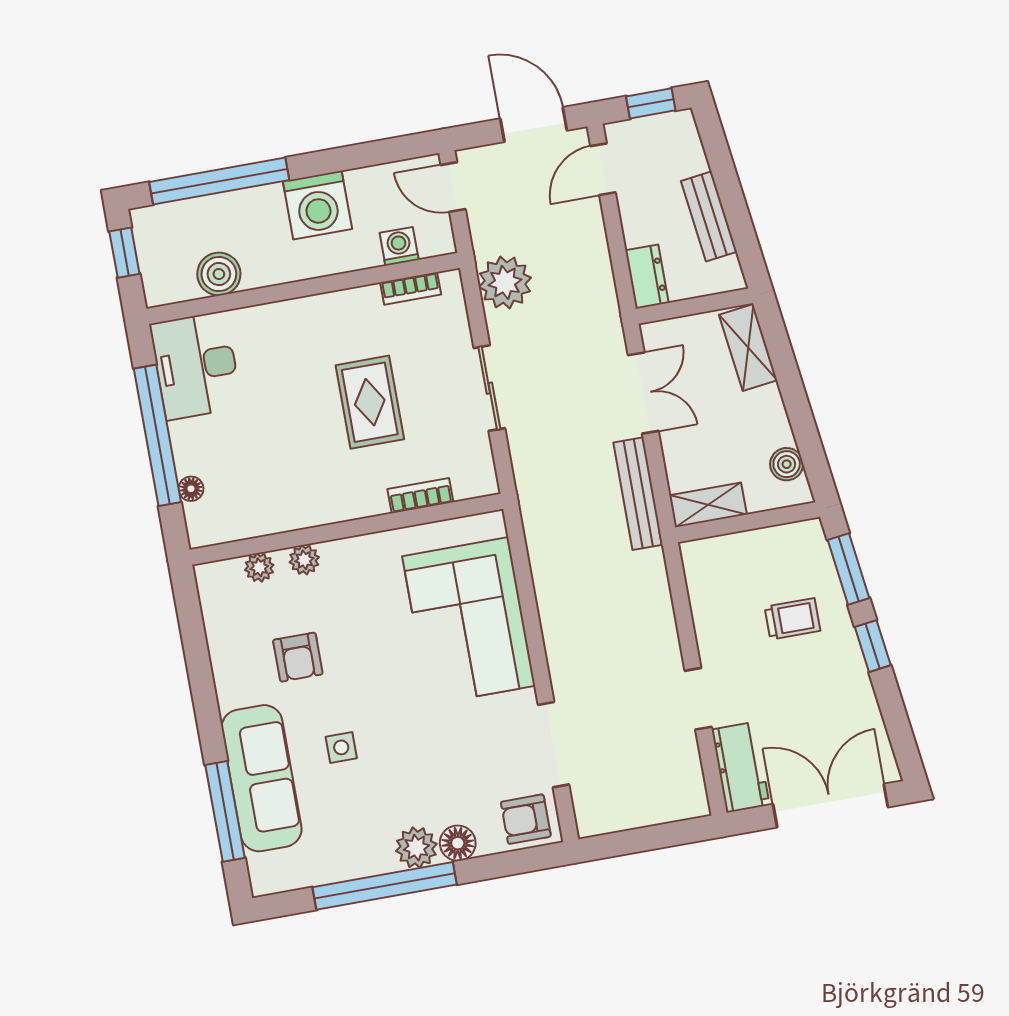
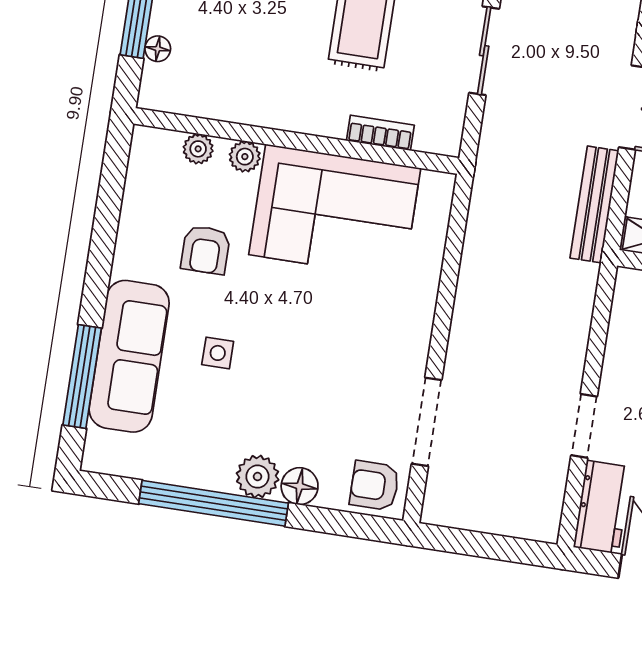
corner sofa: (469, 621) -> (335, 211), moved, turned -90

